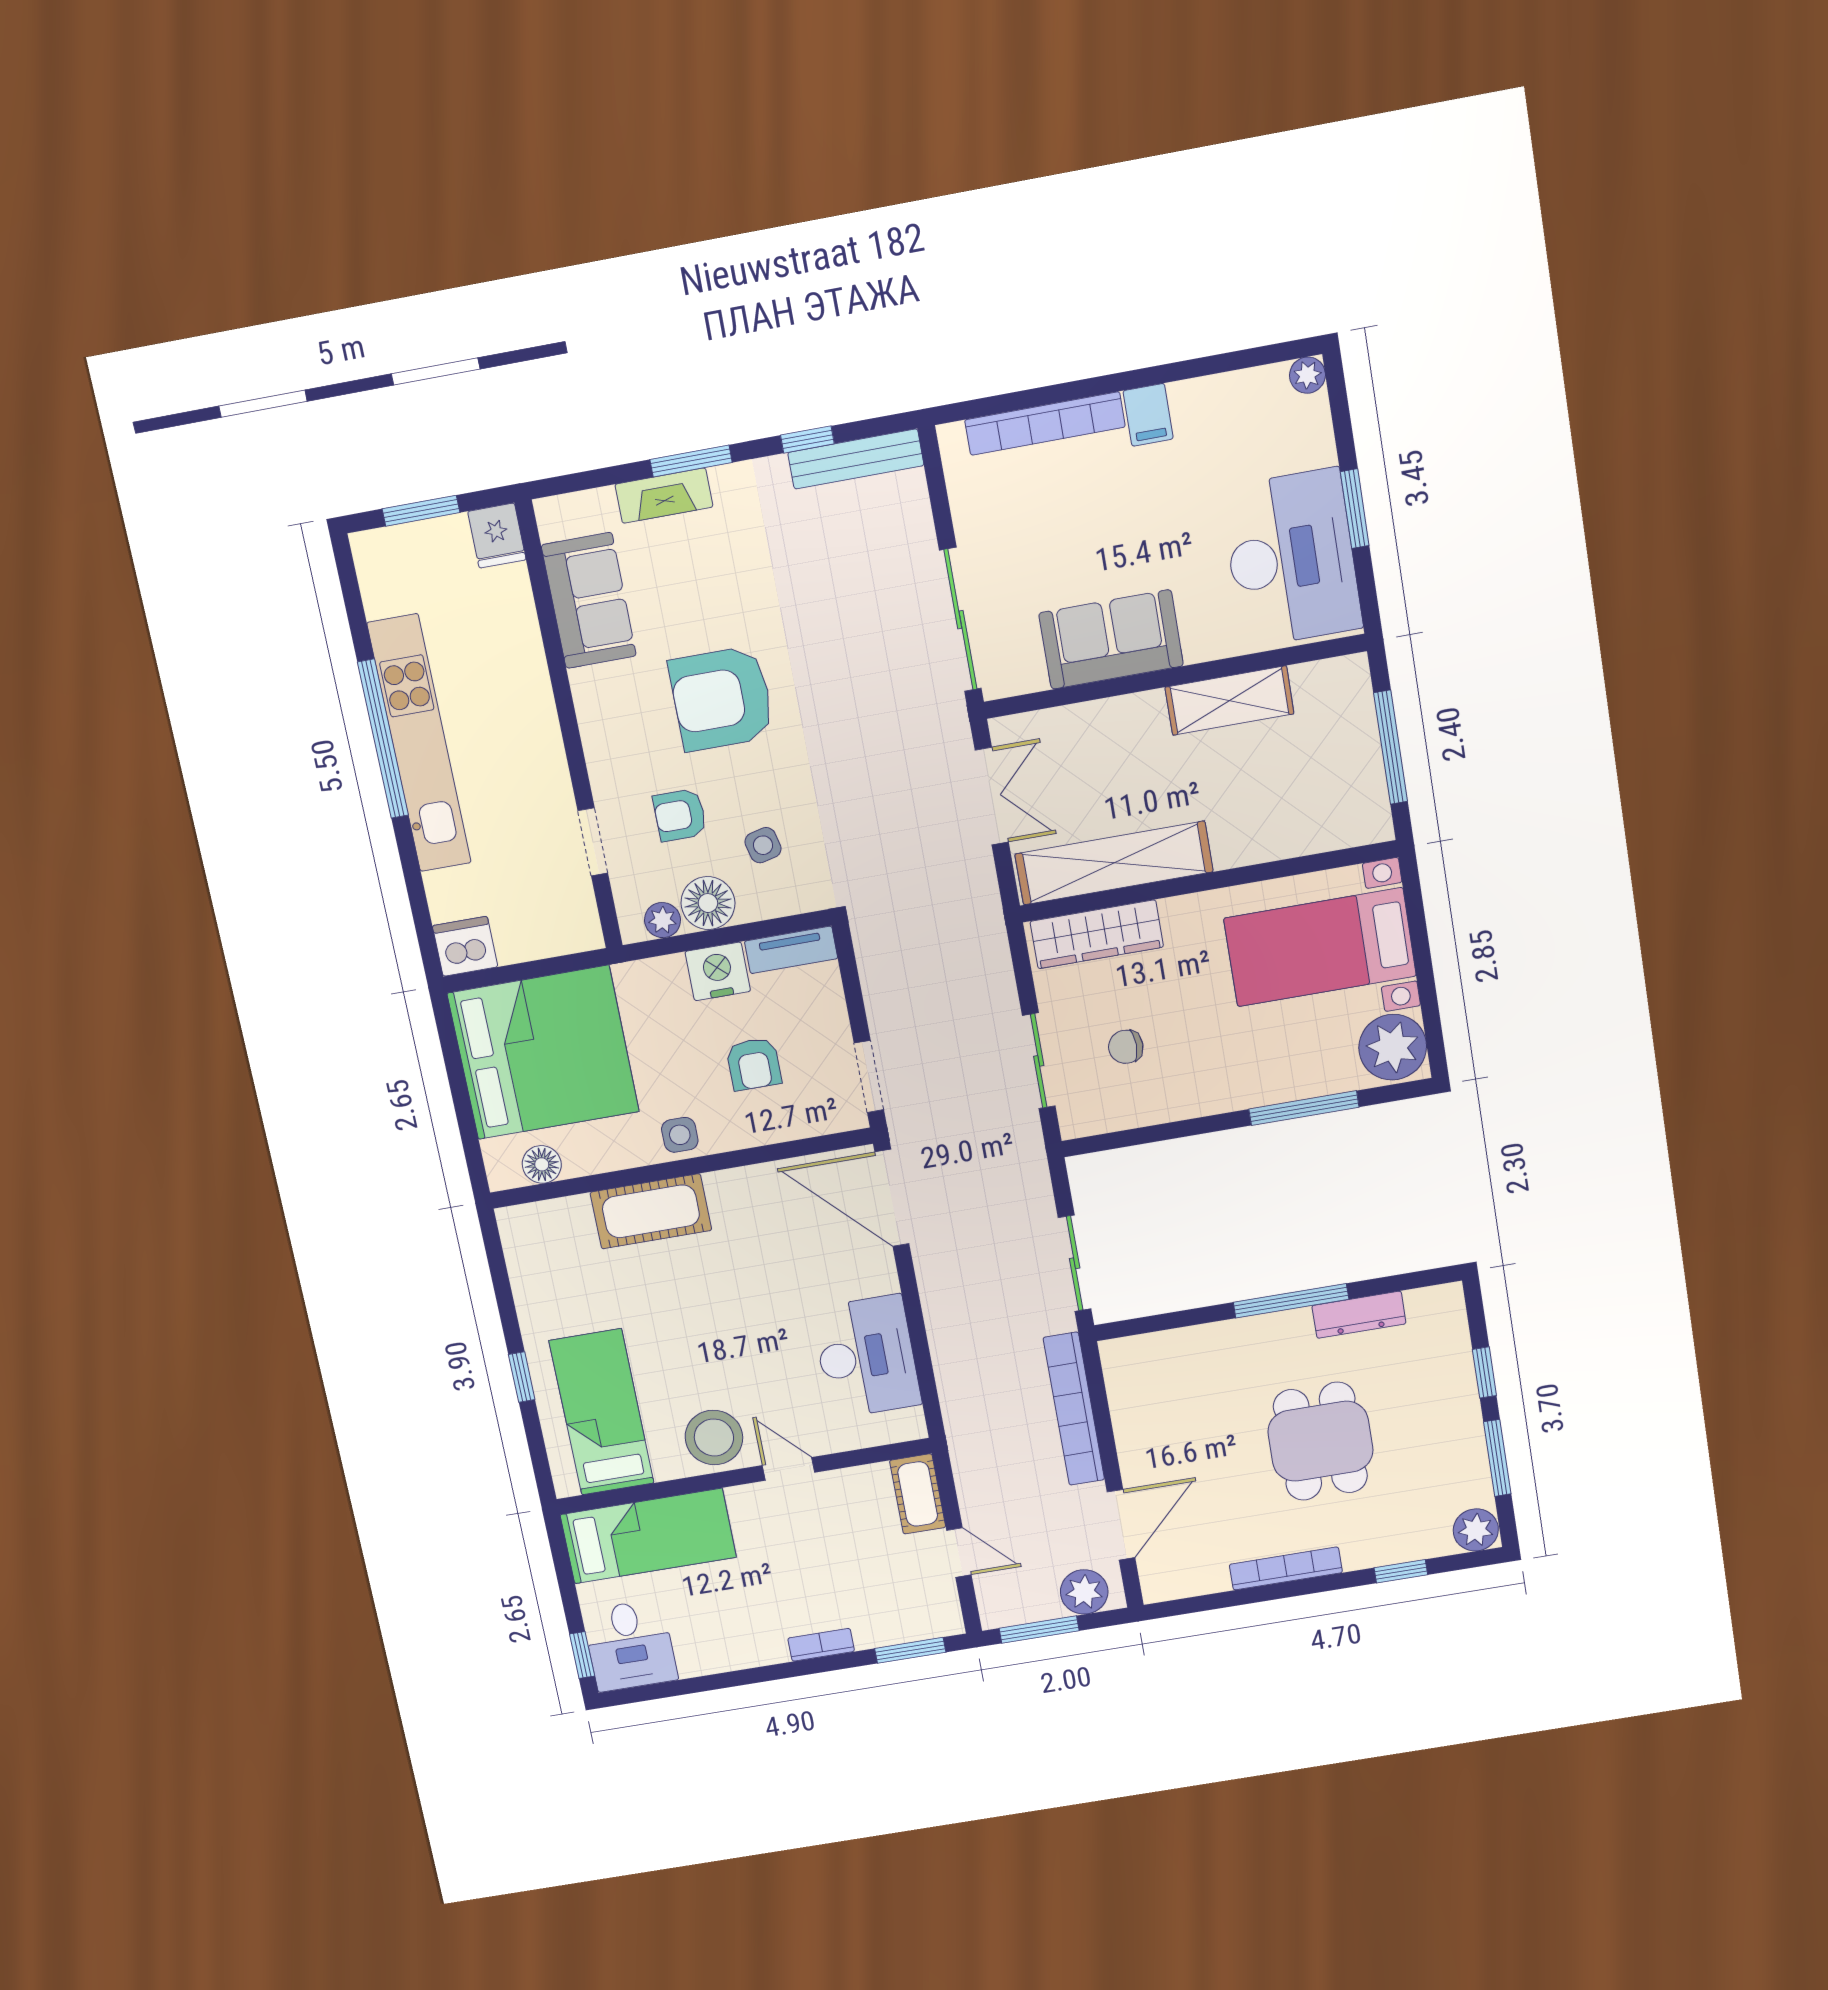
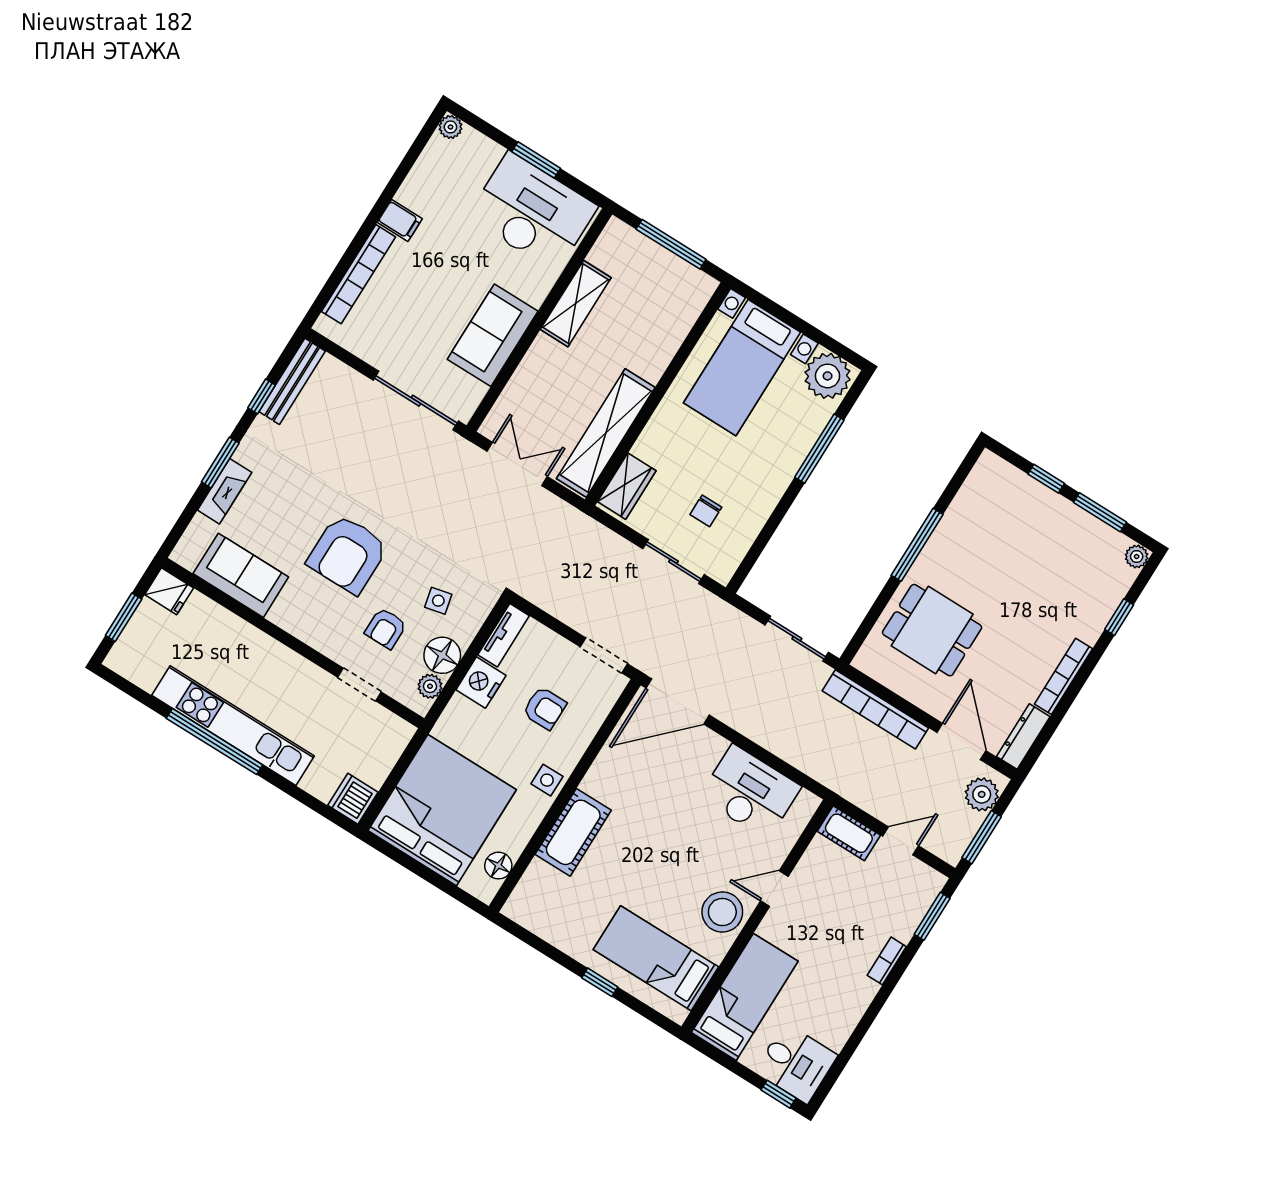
wardrobe: (1097, 934) -> (627, 486), width x0.67
dresser: (1359, 1315) -> (1023, 737), moved, turned 180
dining table: (1320, 1441) -> (932, 630), moved
plant: (1476, 1530) -> (1137, 557), width x0.73, depth x0.73

